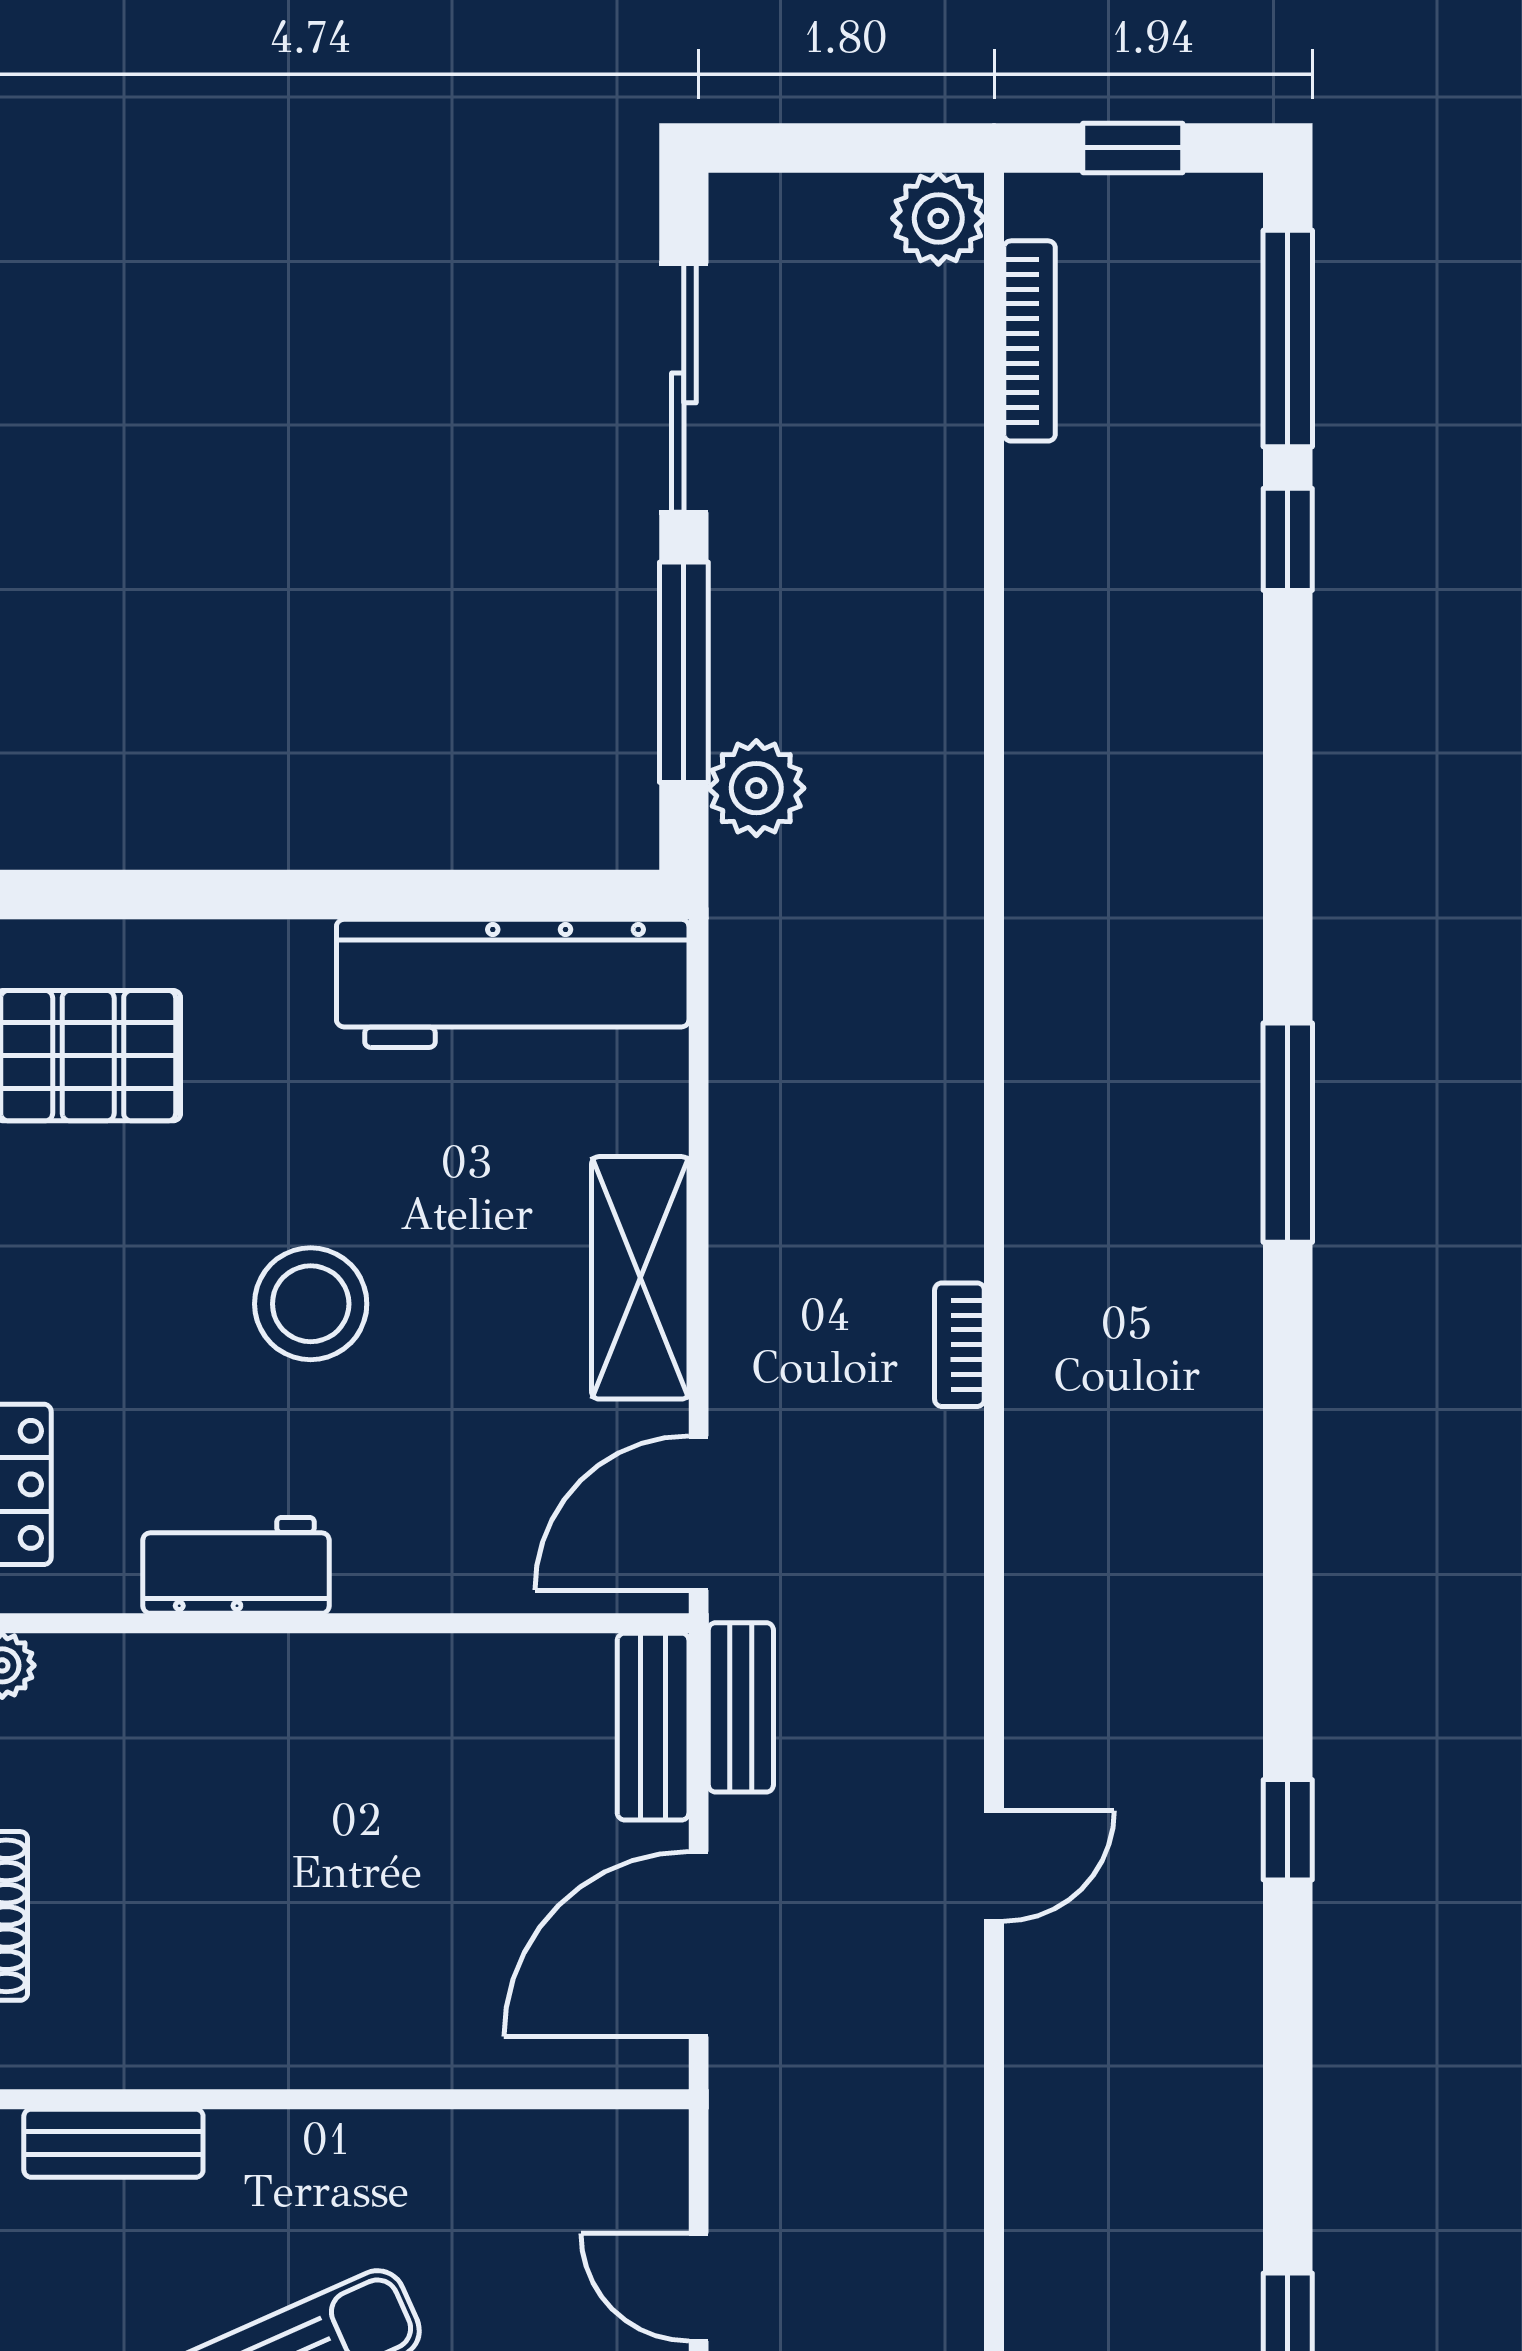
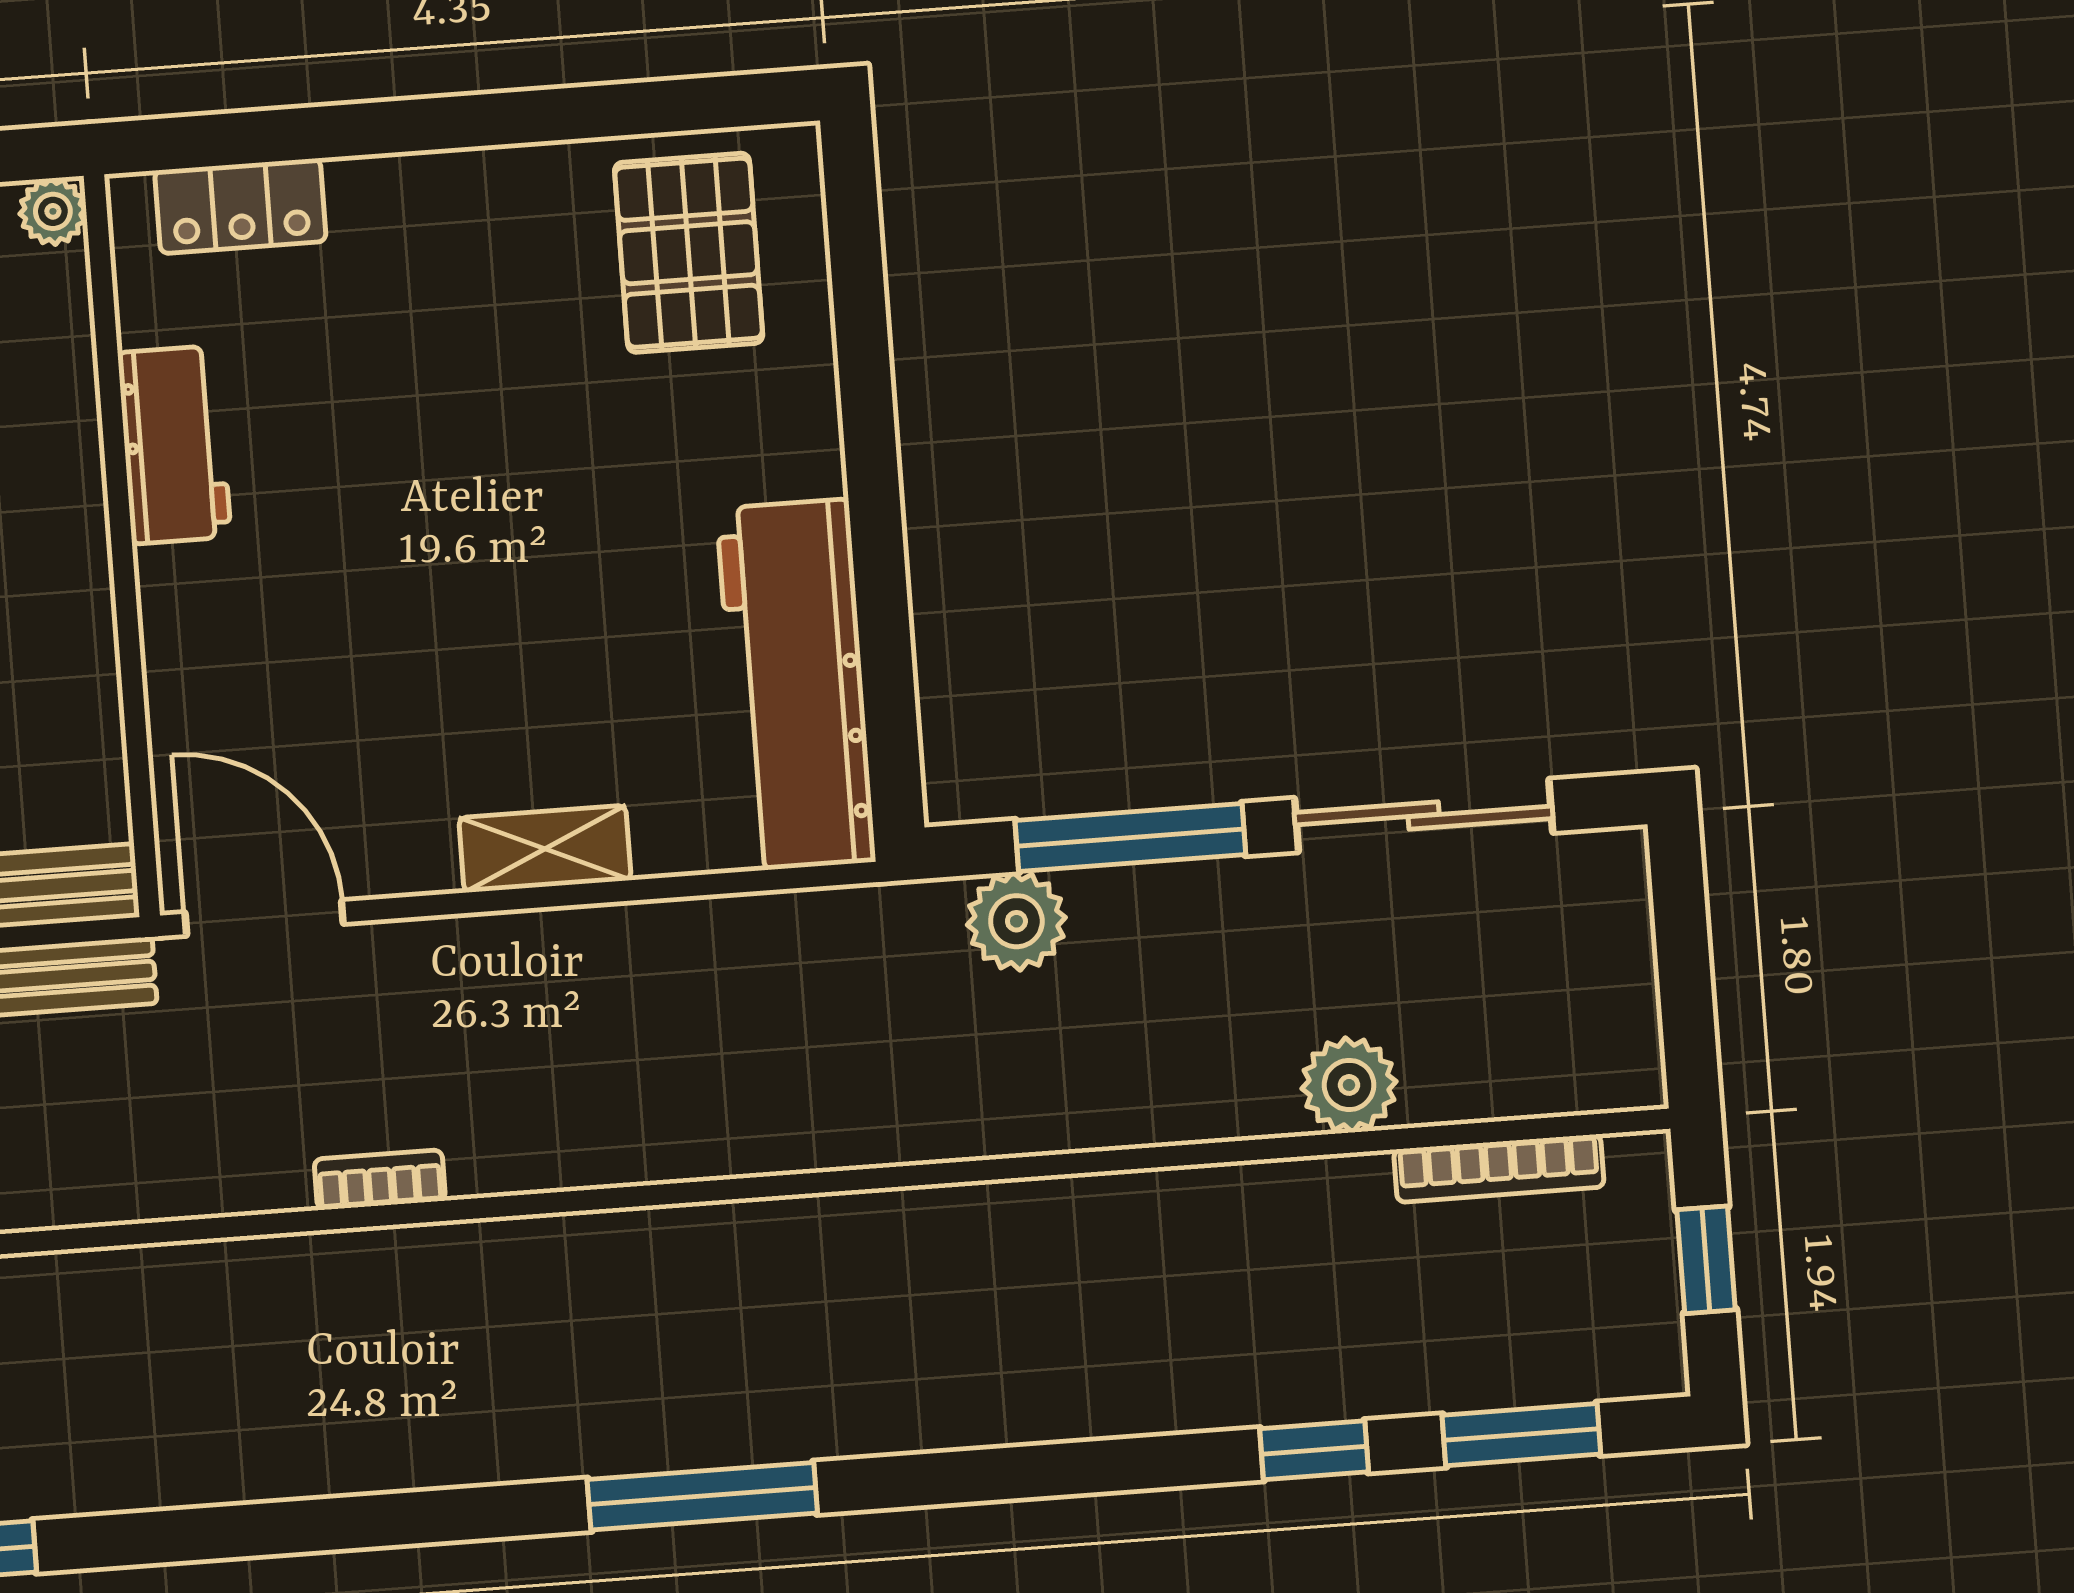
plant: (938, 218) -> (1349, 1085), moved
window: (1288, 339) -> (1521, 1435), width x0.69
shelving: (640, 1278) -> (545, 849), width x0.67, depth x0.75
stool: (311, 1304) -> (450, 502), removed
bookcase: (959, 1345) -> (380, 1180), moved

